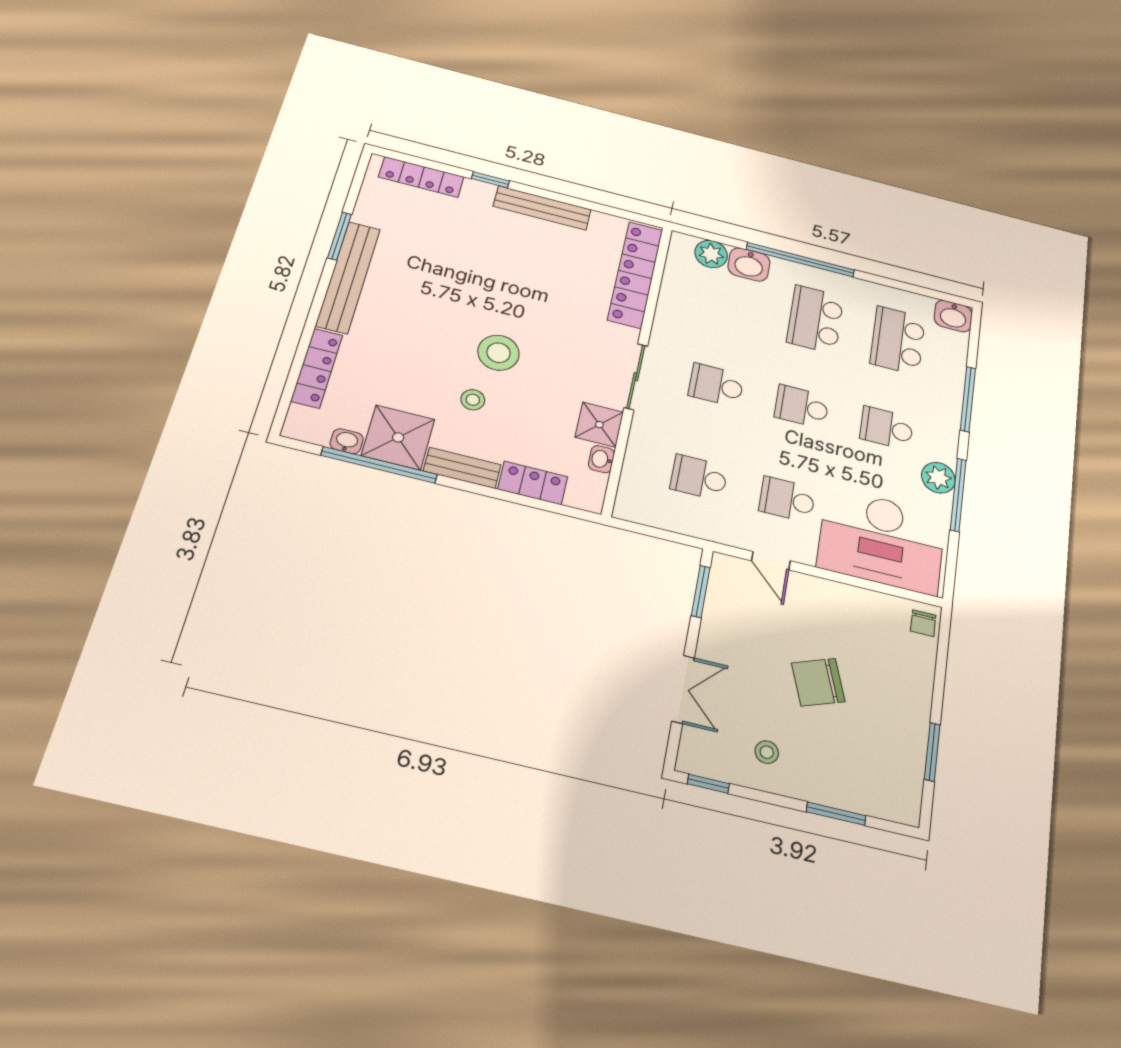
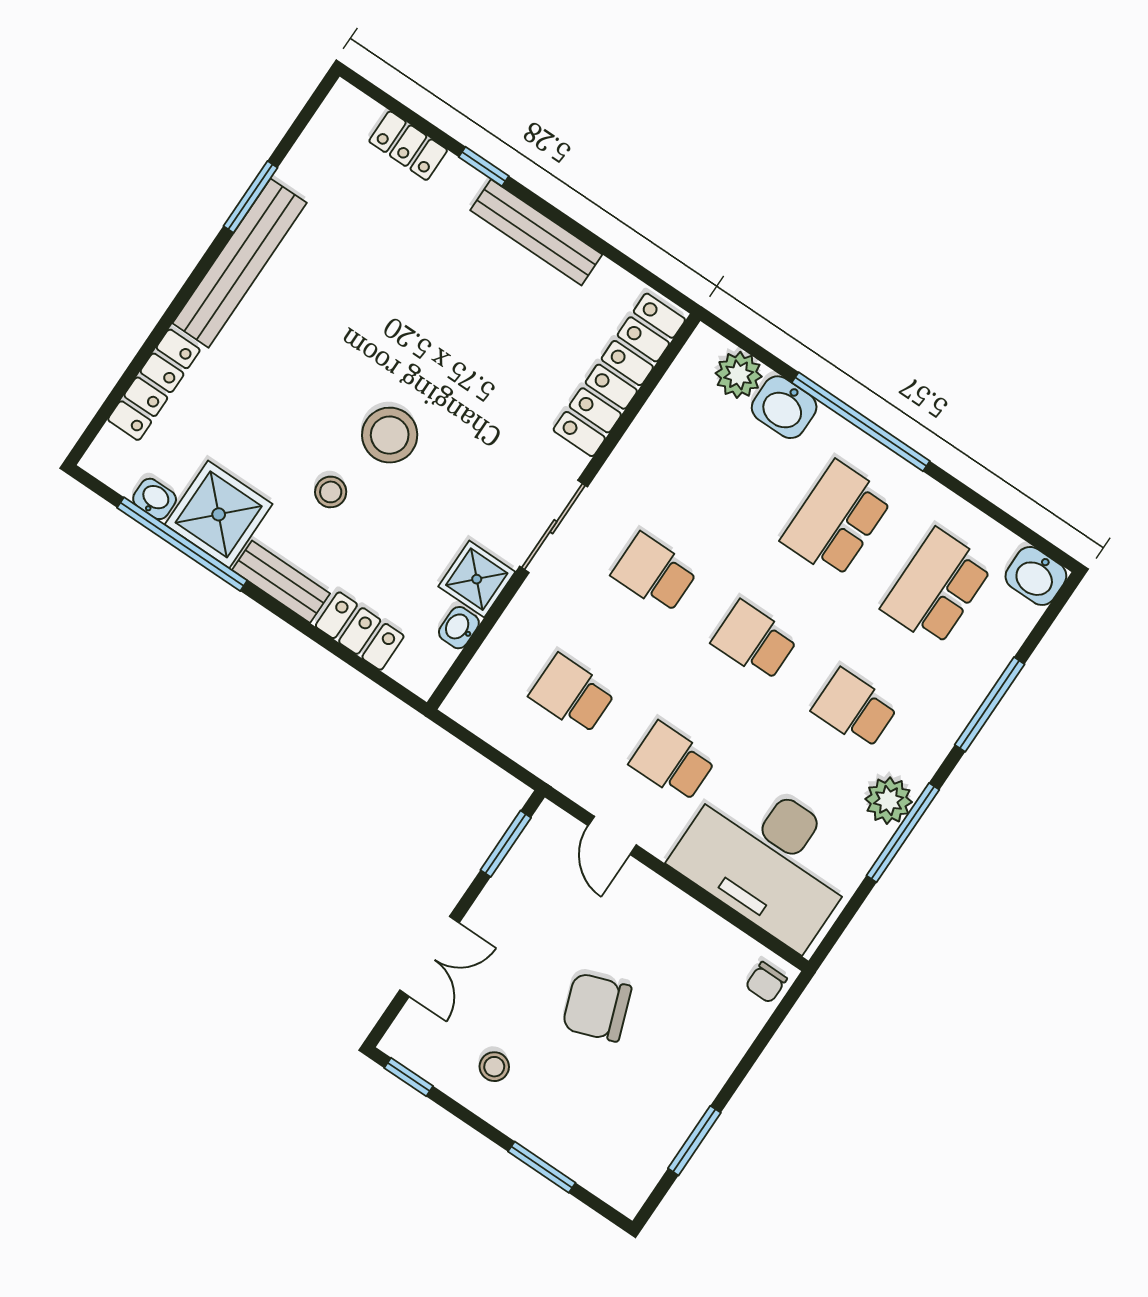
locker: (421, 177) -> (408, 146), width x0.66

